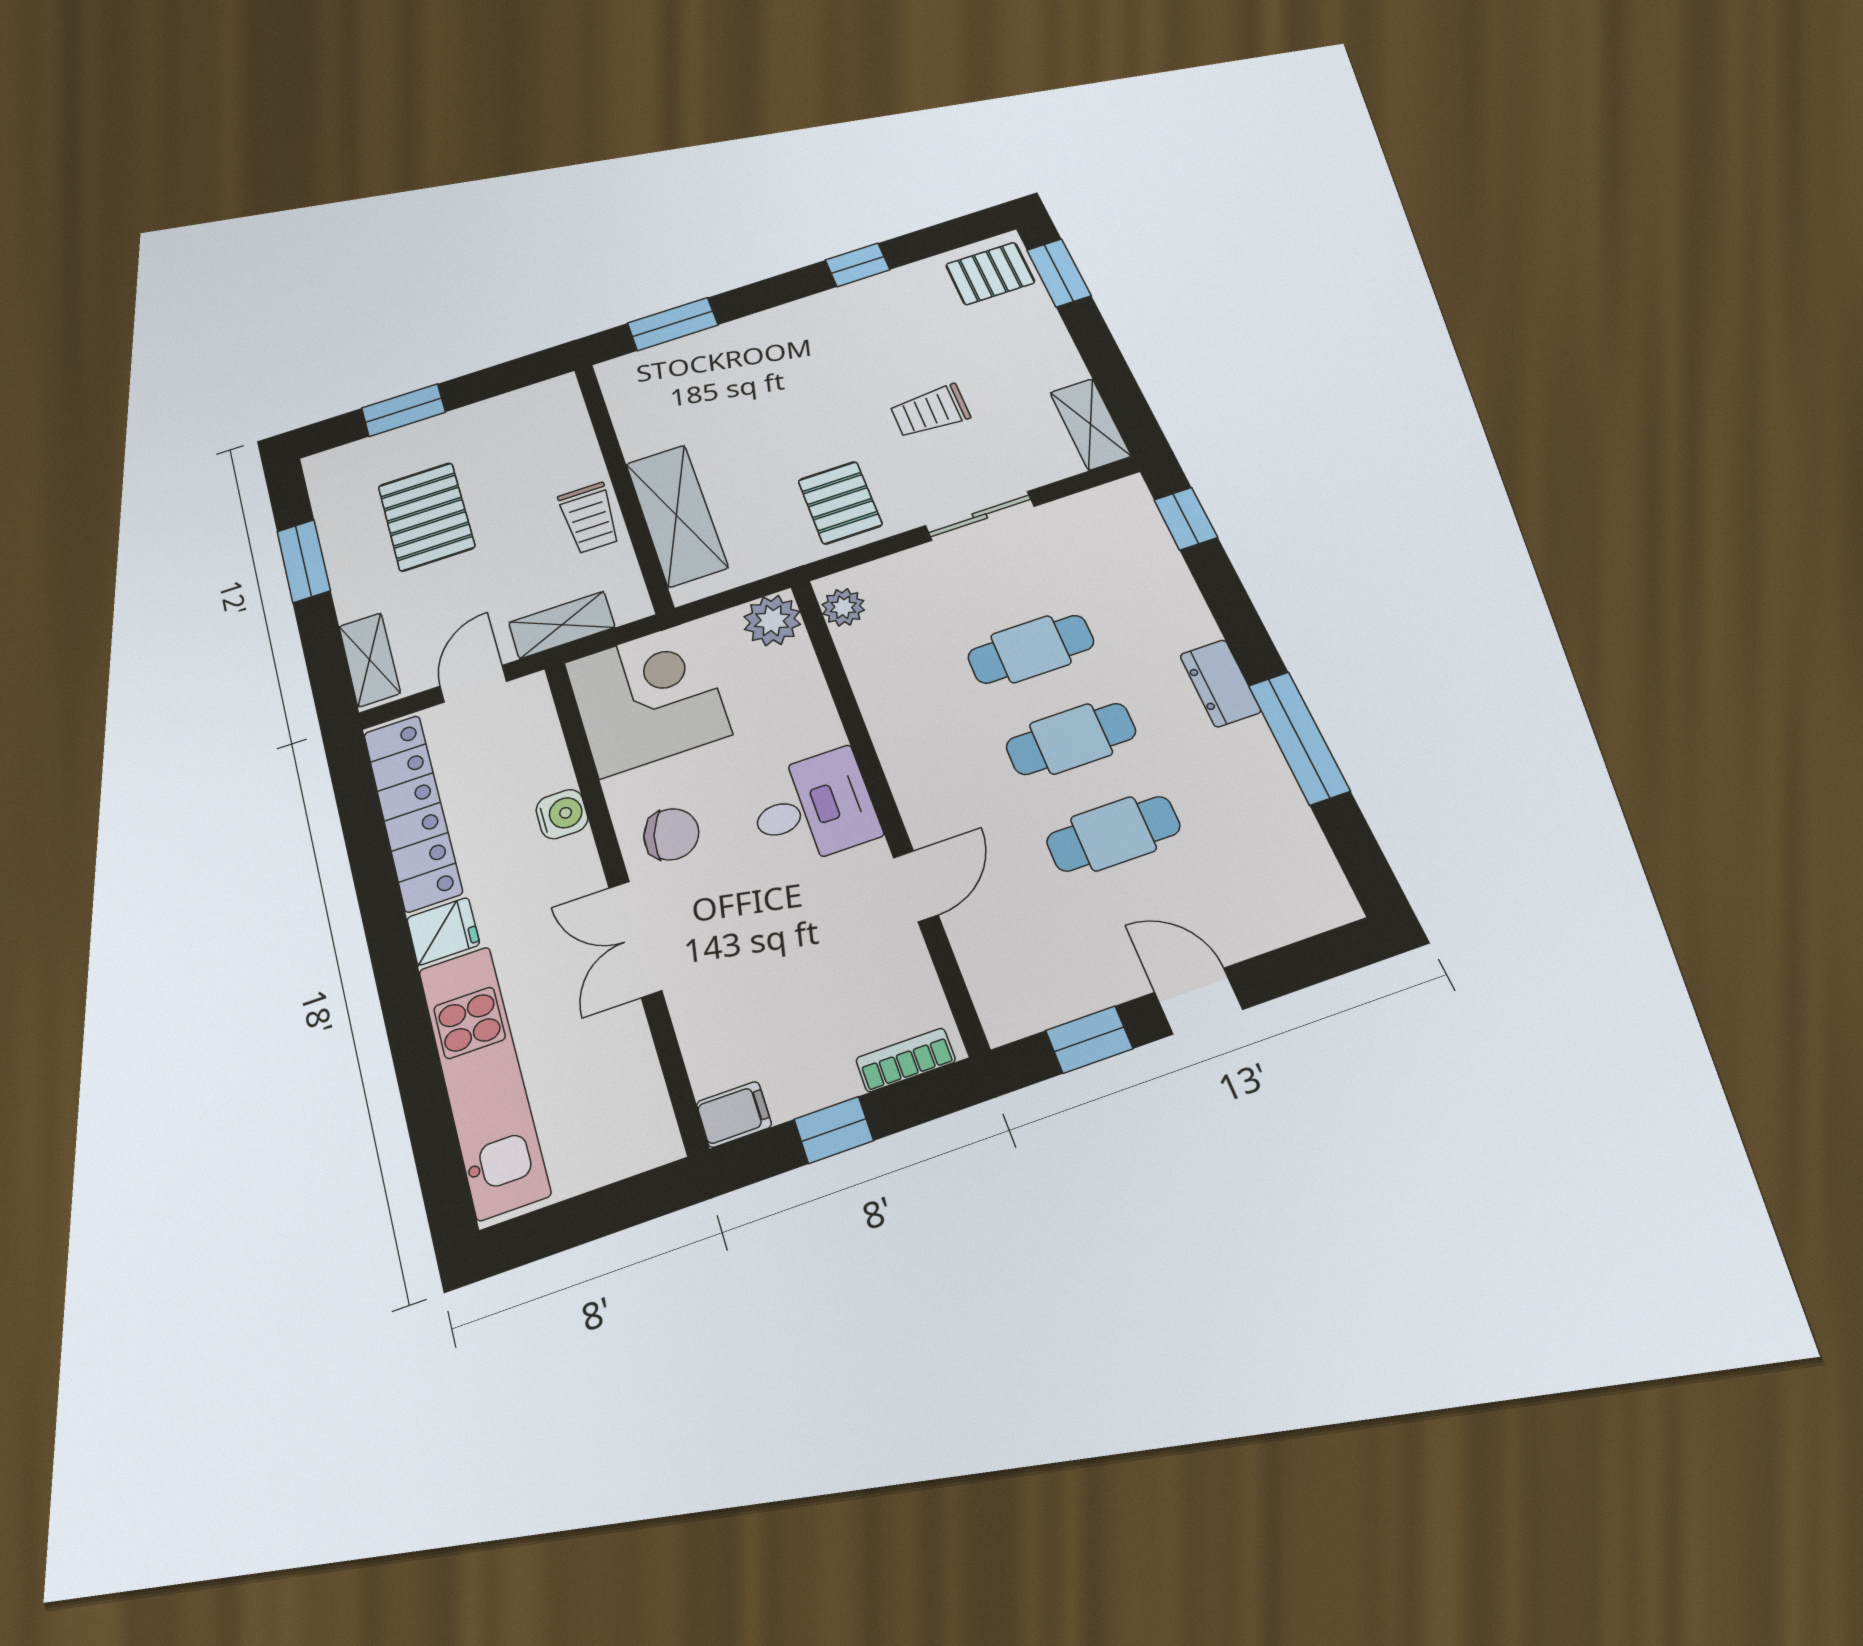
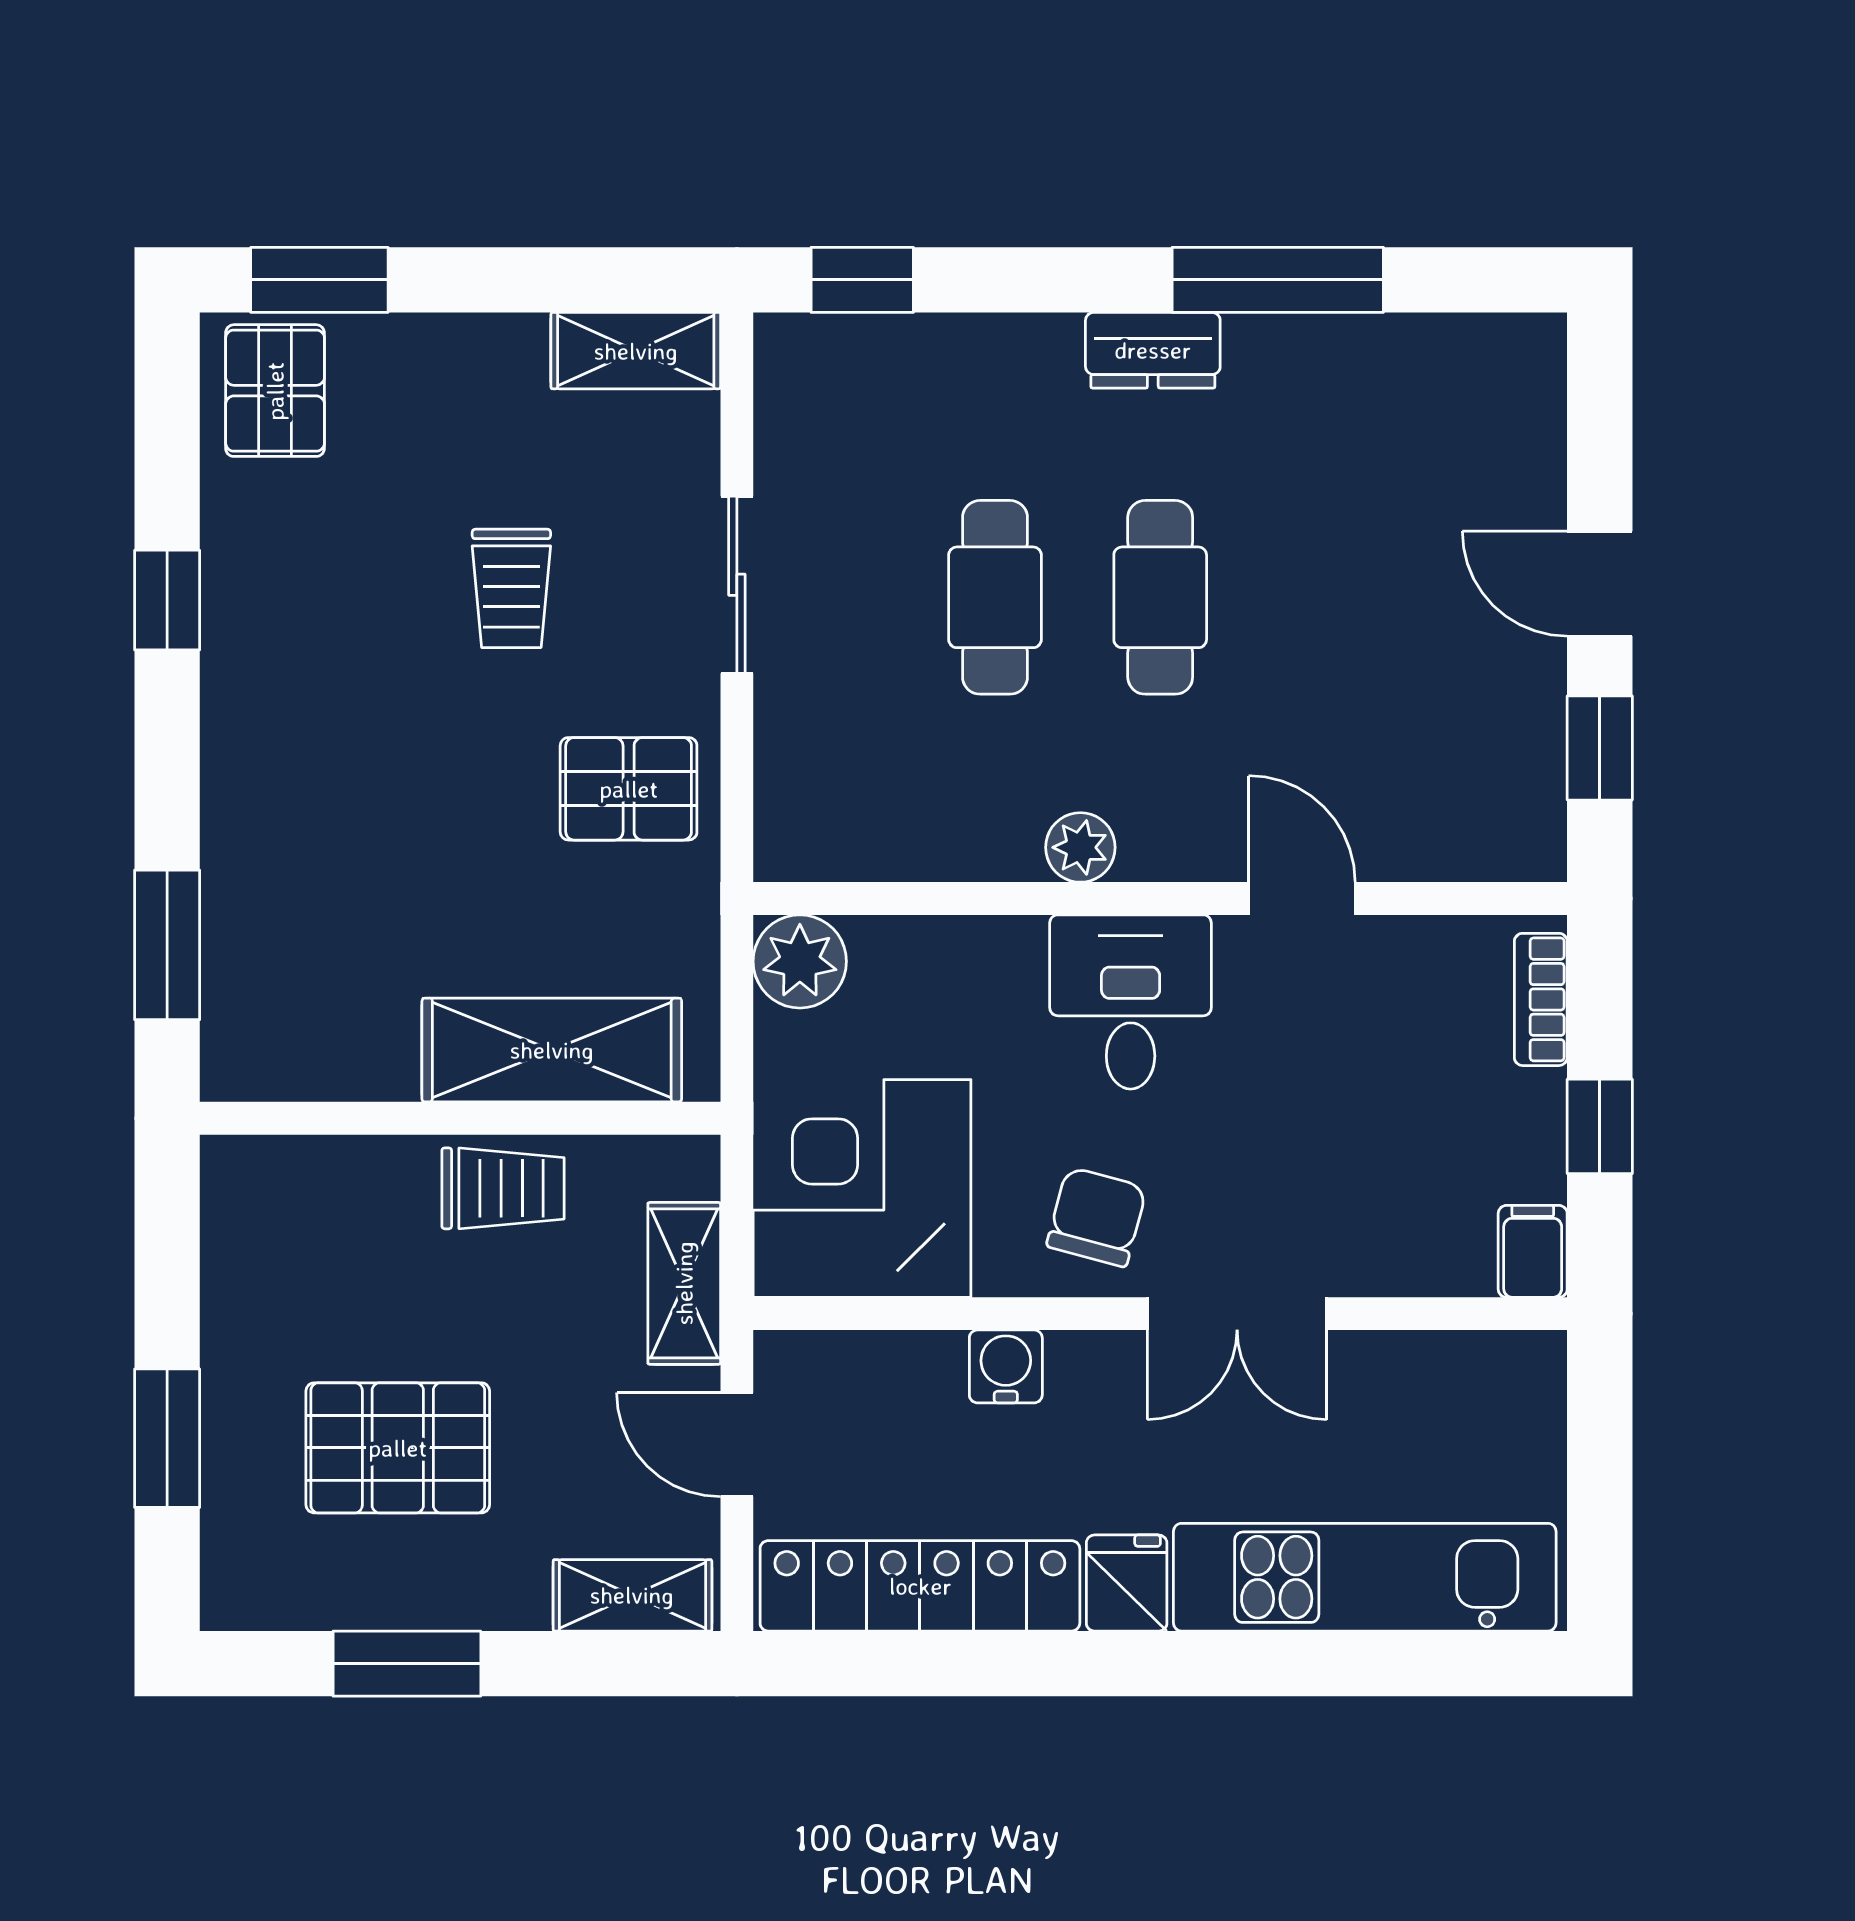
plant: (843, 607) -> (1080, 847), moved
cafe table: (1113, 834) -> (1325, 597), removed
door: (1199, 1001) -> (1600, 584), hinge flipped

